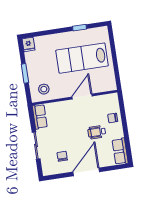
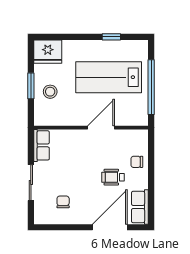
fridge: (28, 44) -> (48, 52), width x1.88, depth x1.34
window: (115, 61) -> (151, 87), added
stool: (44, 89) -> (50, 92), moved
door: (86, 172) -> (110, 227), moved

